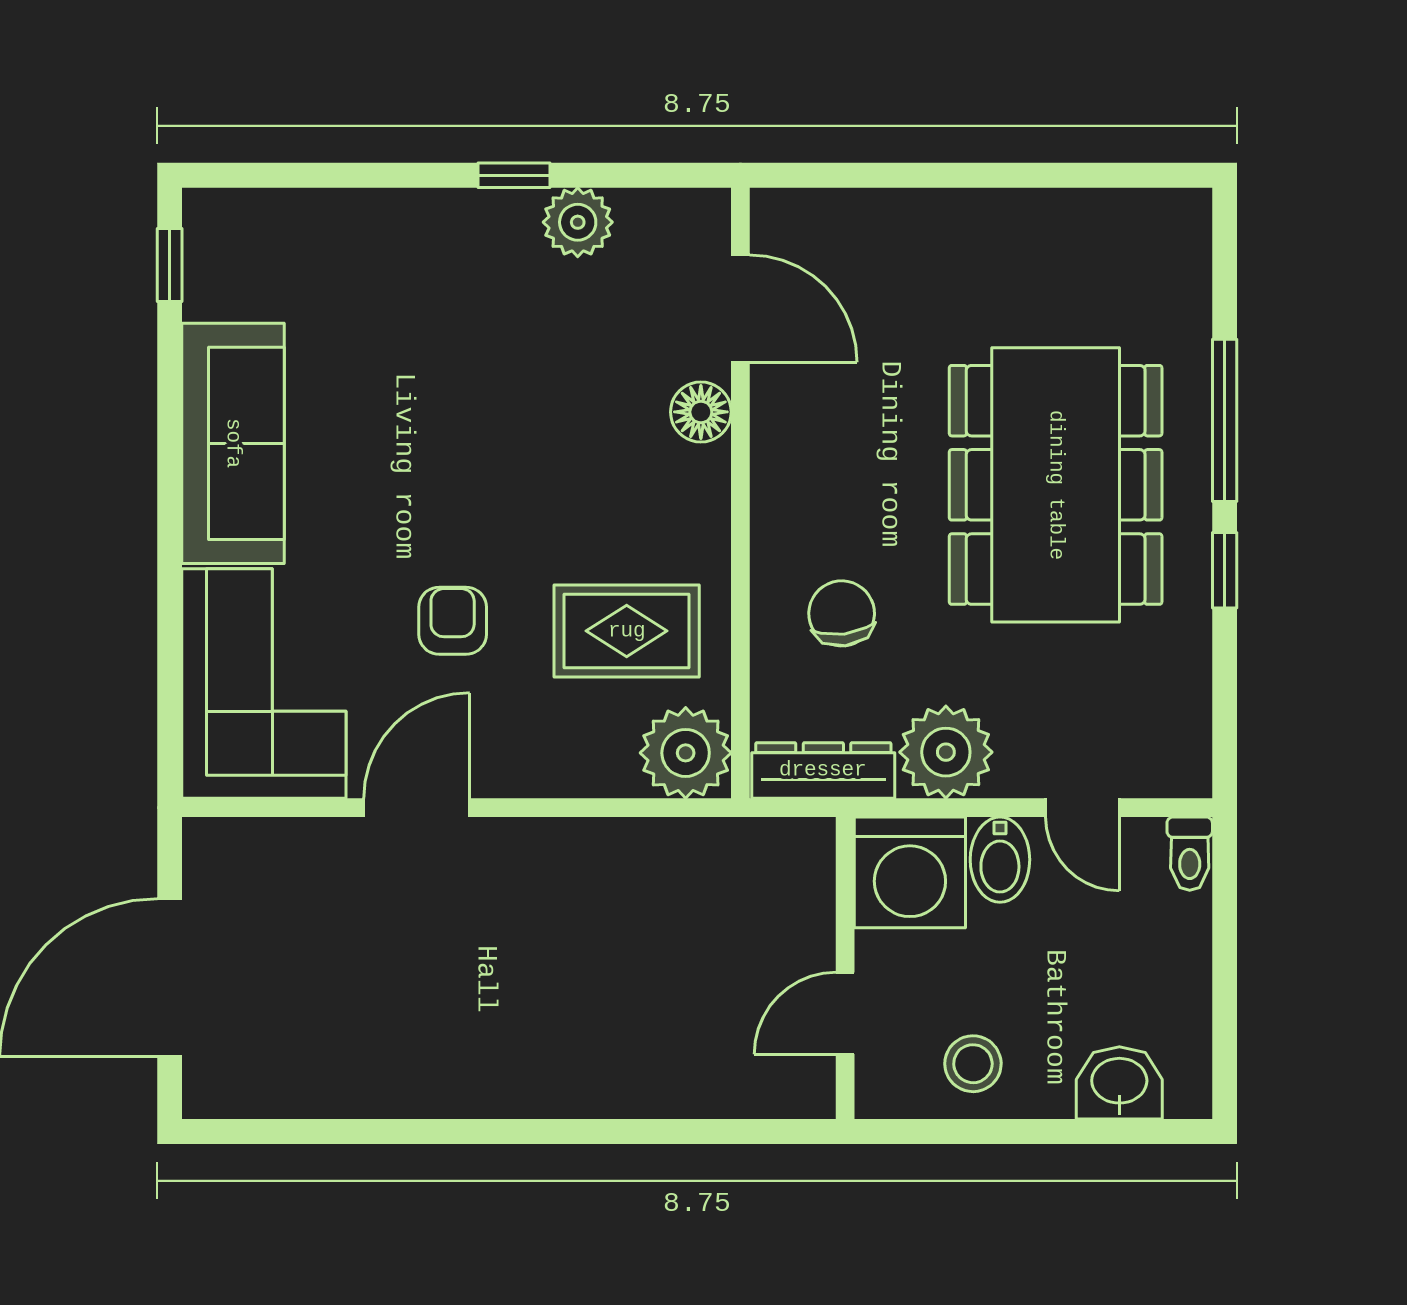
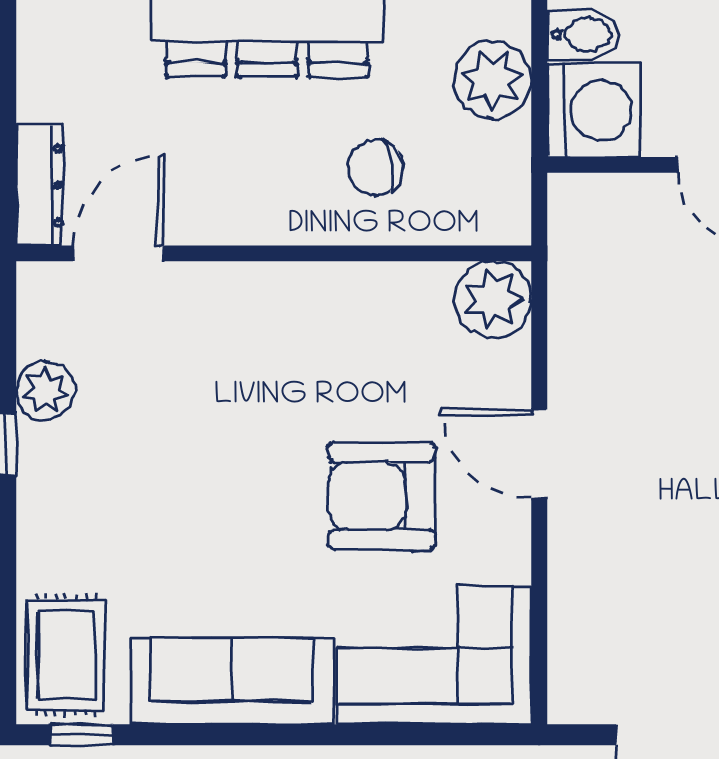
floor lamp: (701, 412) -> (205, 287), removed
armchair: (453, 621) -> (382, 496), width x1.88, depth x1.88
rug: (627, 631) -> (66, 655), moved
dresser: (823, 770) -> (40, 185), moved, turned 180
door: (417, 808) -> (539, 454), moved

